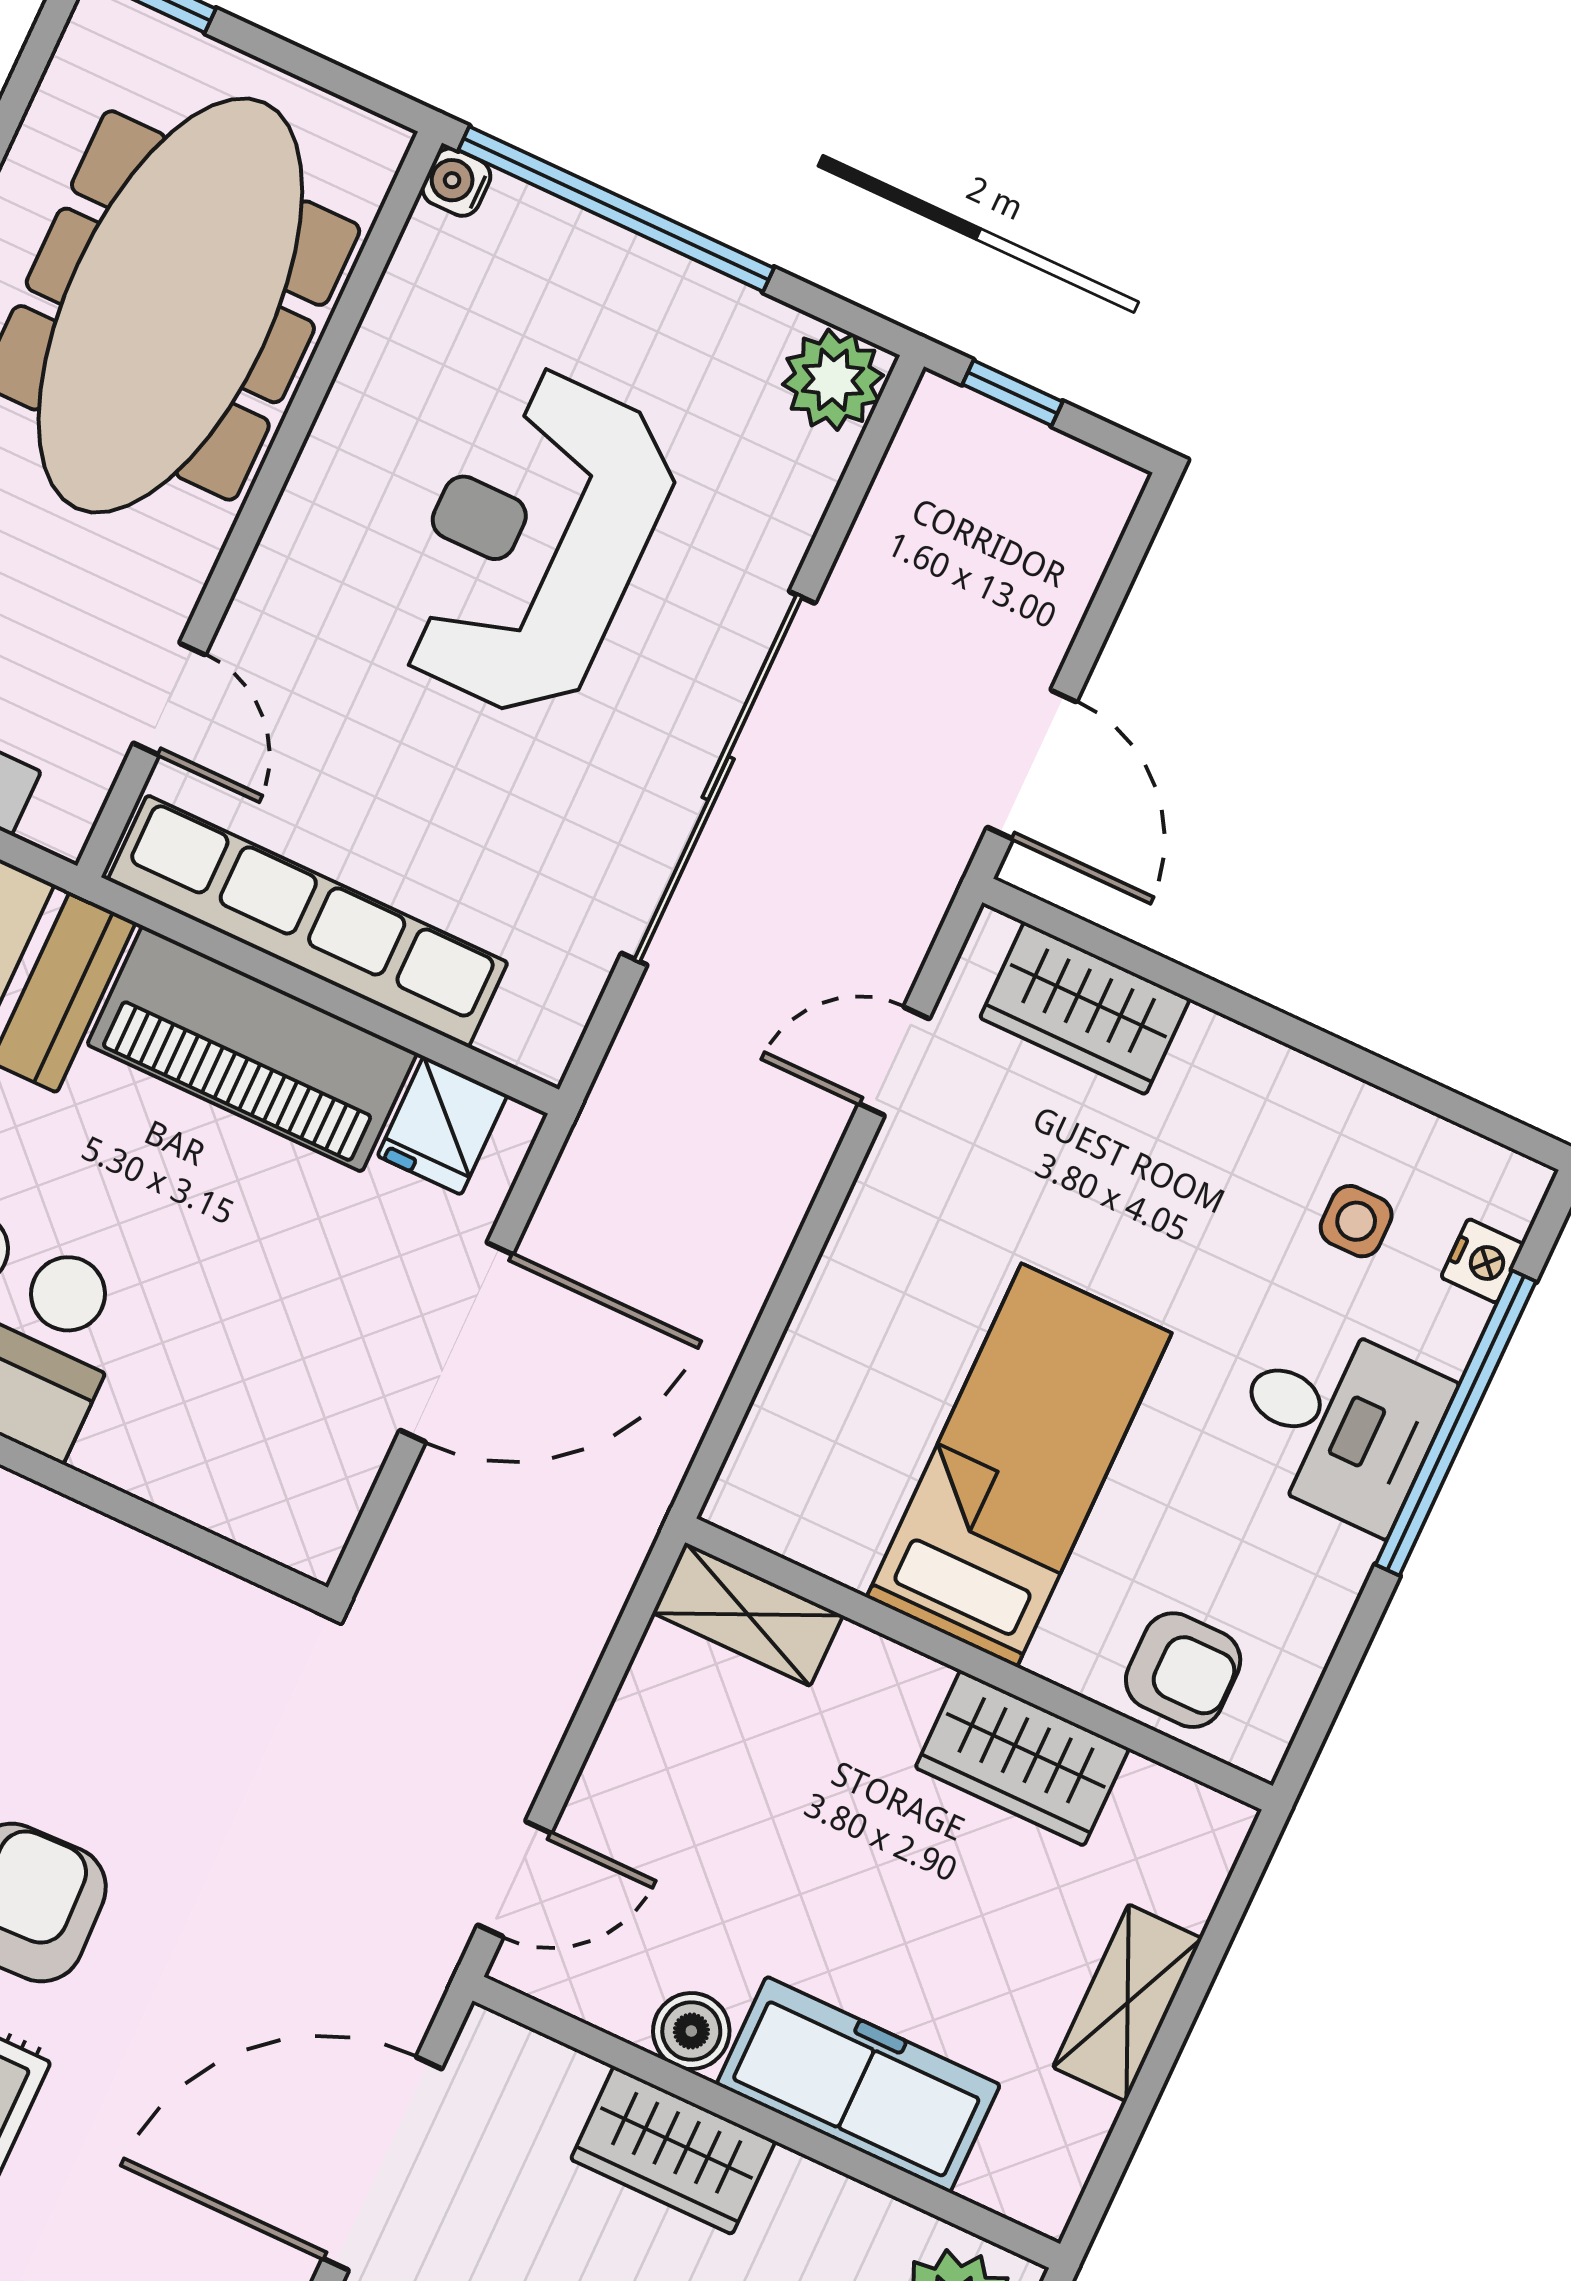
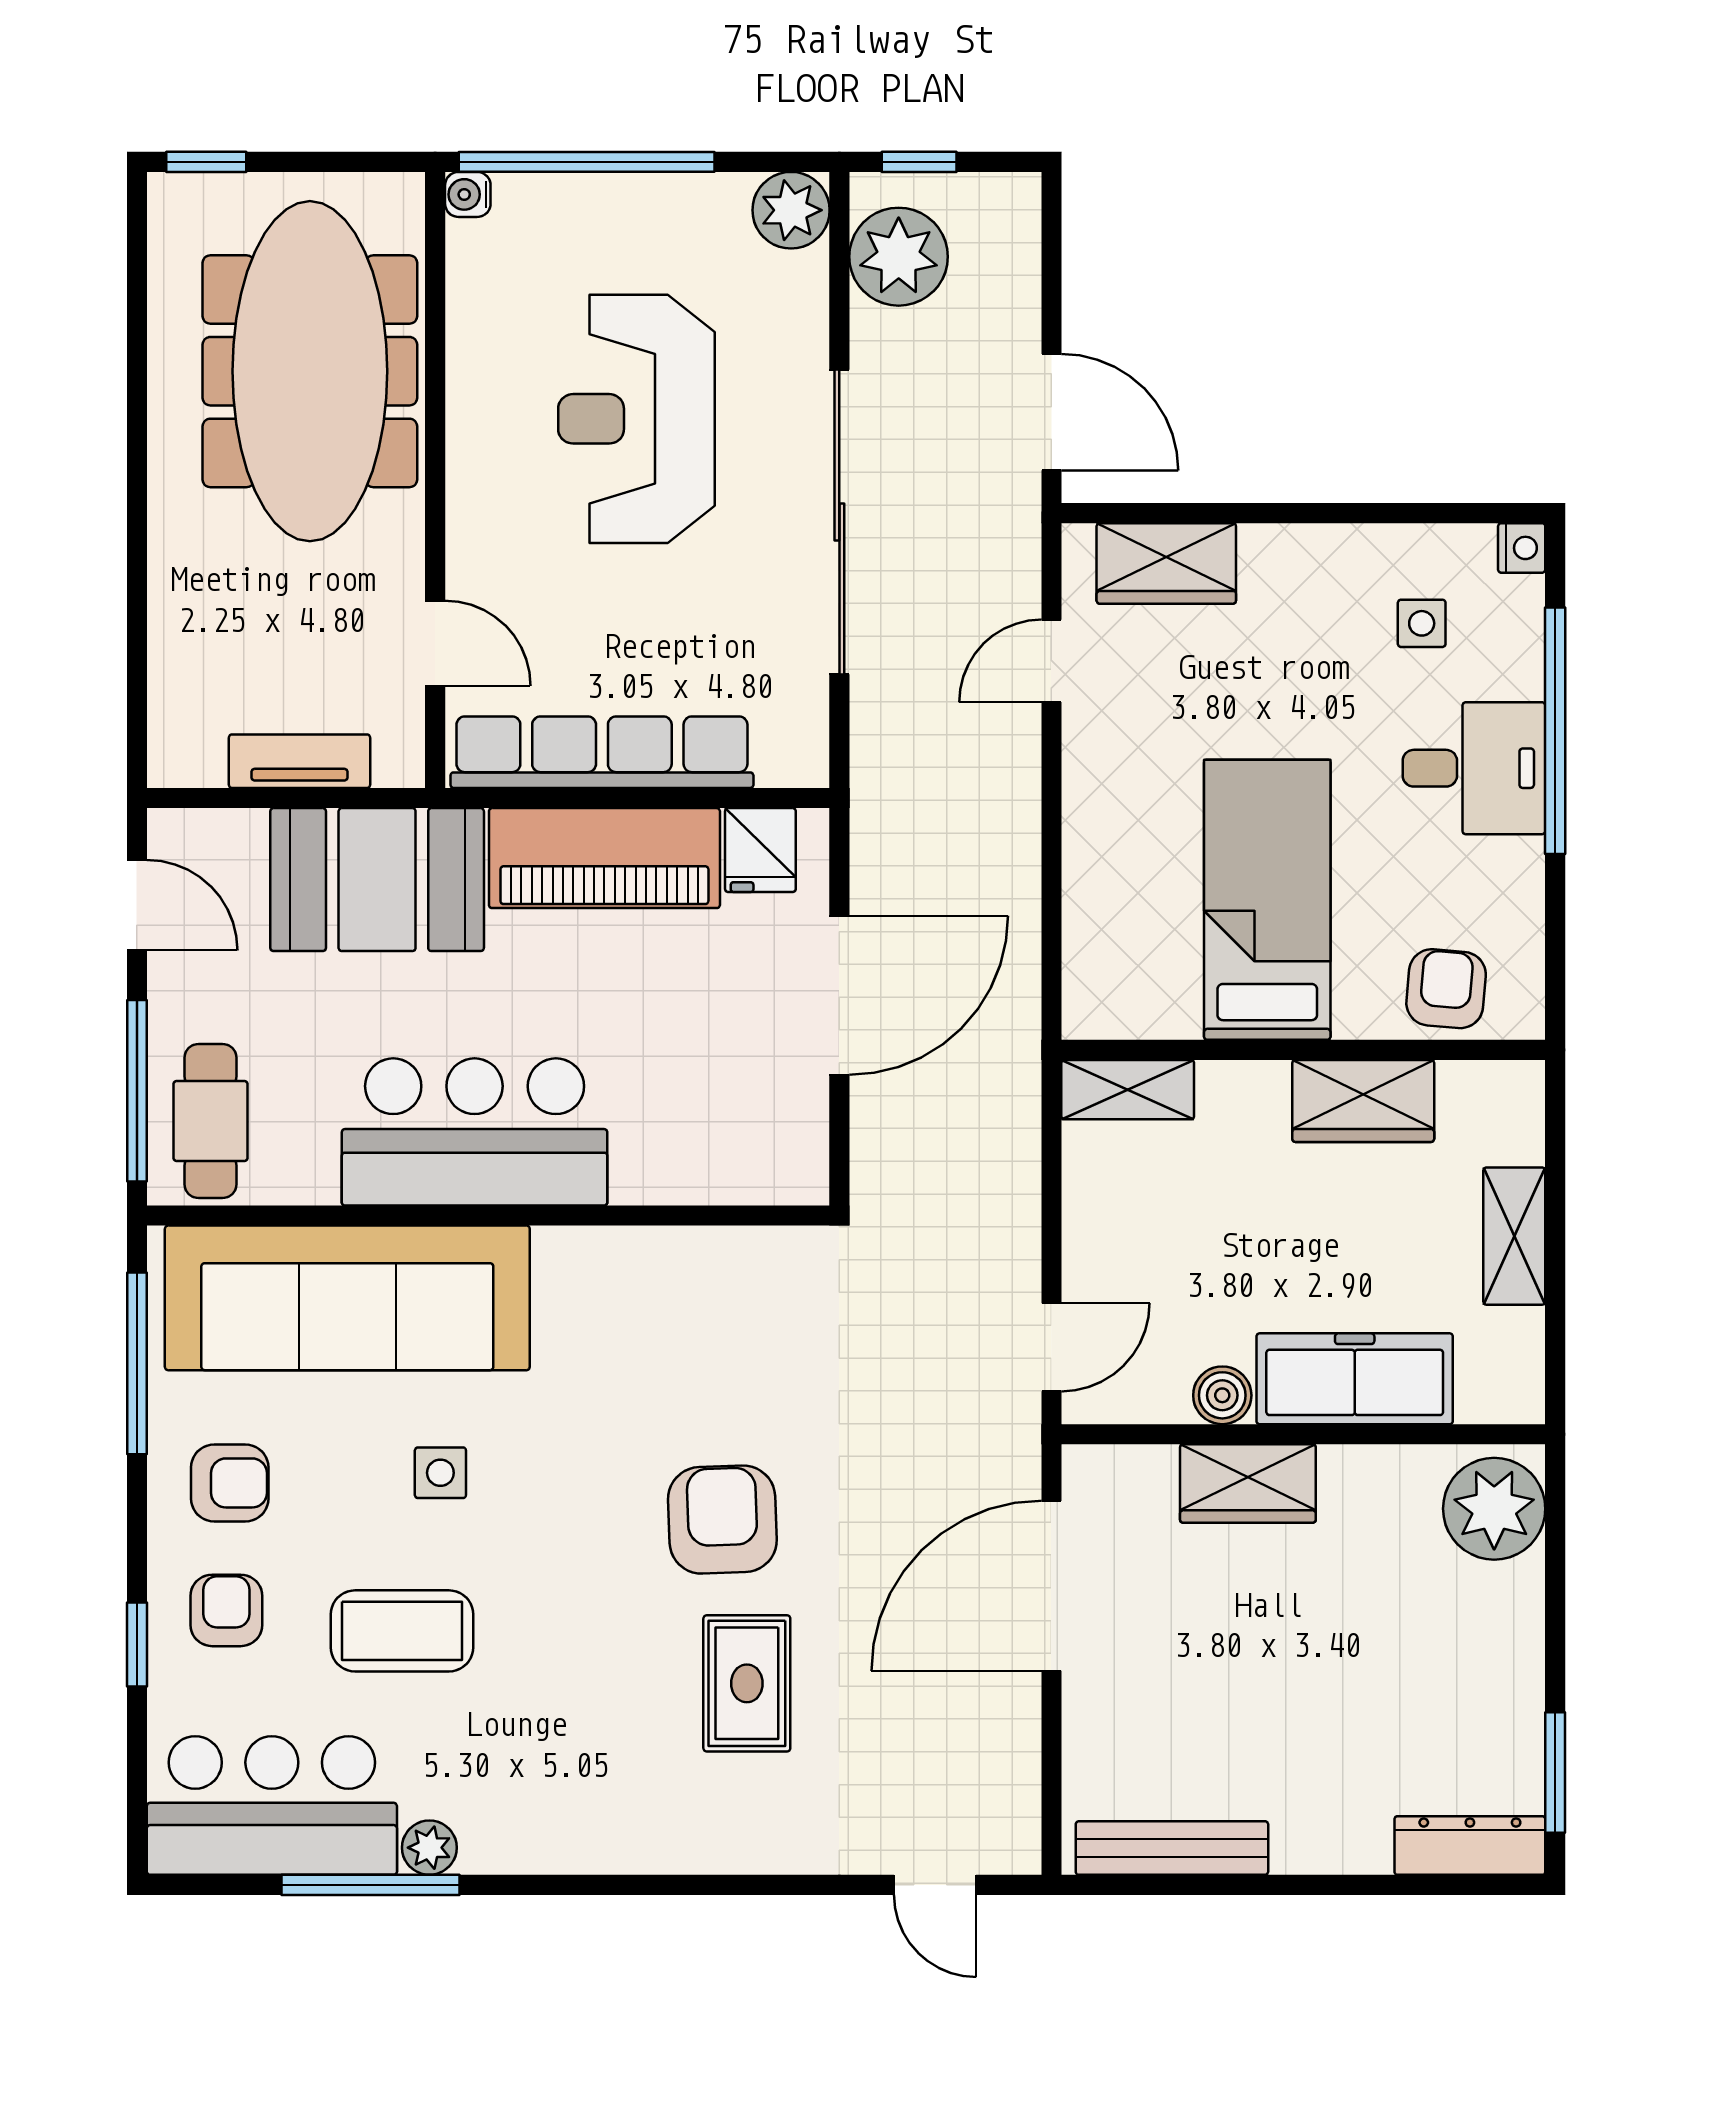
plant: (935, 495) -> (899, 257), added
nightstand: (1483, 1261) -> (1522, 548), moved
armchair: (1183, 1670) -> (1446, 989), turned -85

